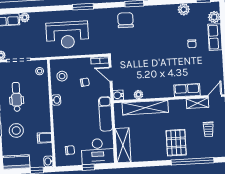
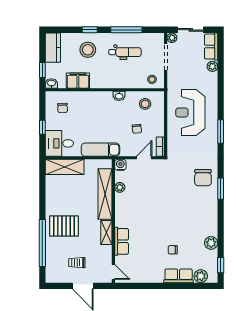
chair: (125, 20) -> (203, 178), turned 90
shelving: (197, 103) -> (106, 232), moved
filing cabinet: (44, 138) -> (78, 81), width x2.00
desk: (98, 151) -> (59, 143), width x0.73

